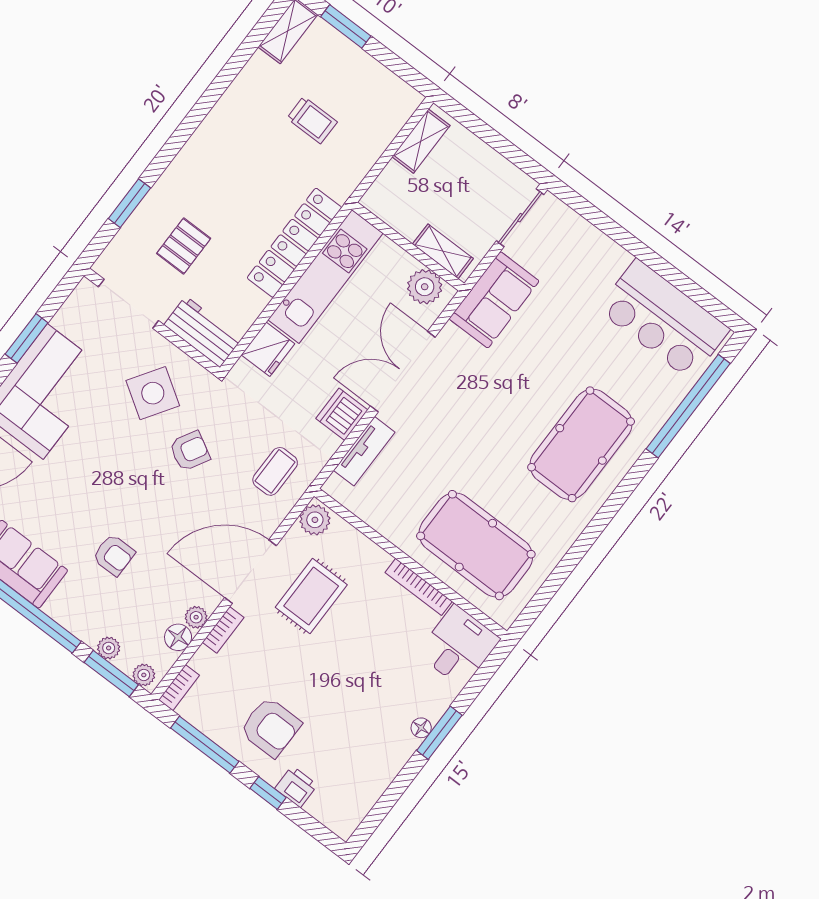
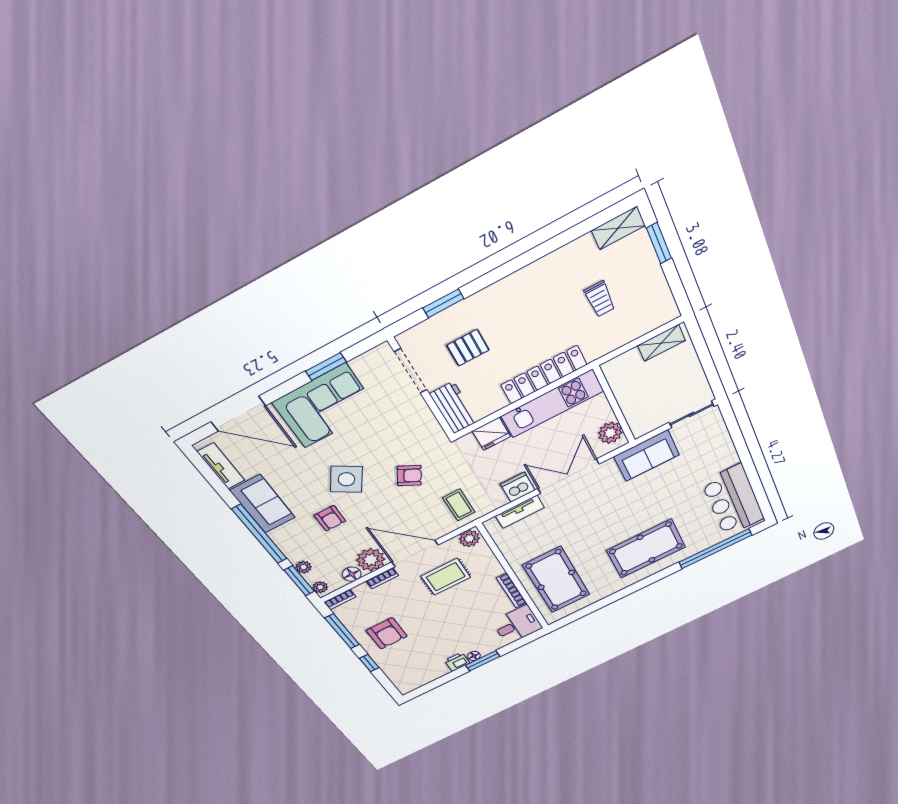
shelving: (443, 251) -> (634, 416), removed
side table: (153, 393) -> (346, 479), moved
coffee table: (275, 471) -> (459, 505), turned 90
plant: (196, 617) -> (371, 560), width x1.88, depth x1.88
printer: (296, 787) -> (457, 662), moved, turned -90

